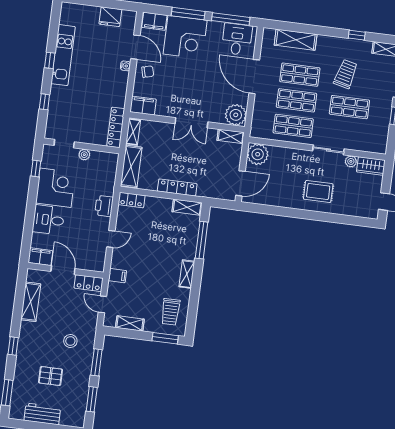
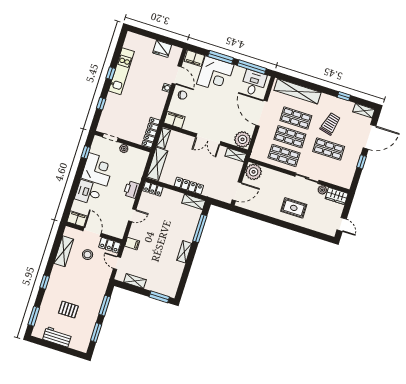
shelving: (296, 40) -> (297, 91), width x1.47
trolley: (170, 312) -> (167, 278), removed
stool: (70, 341) -> (88, 255), moved

